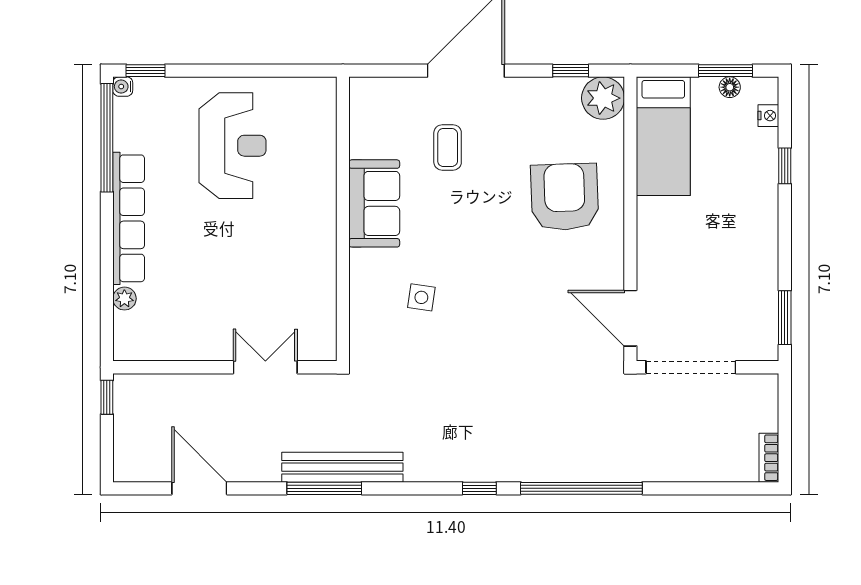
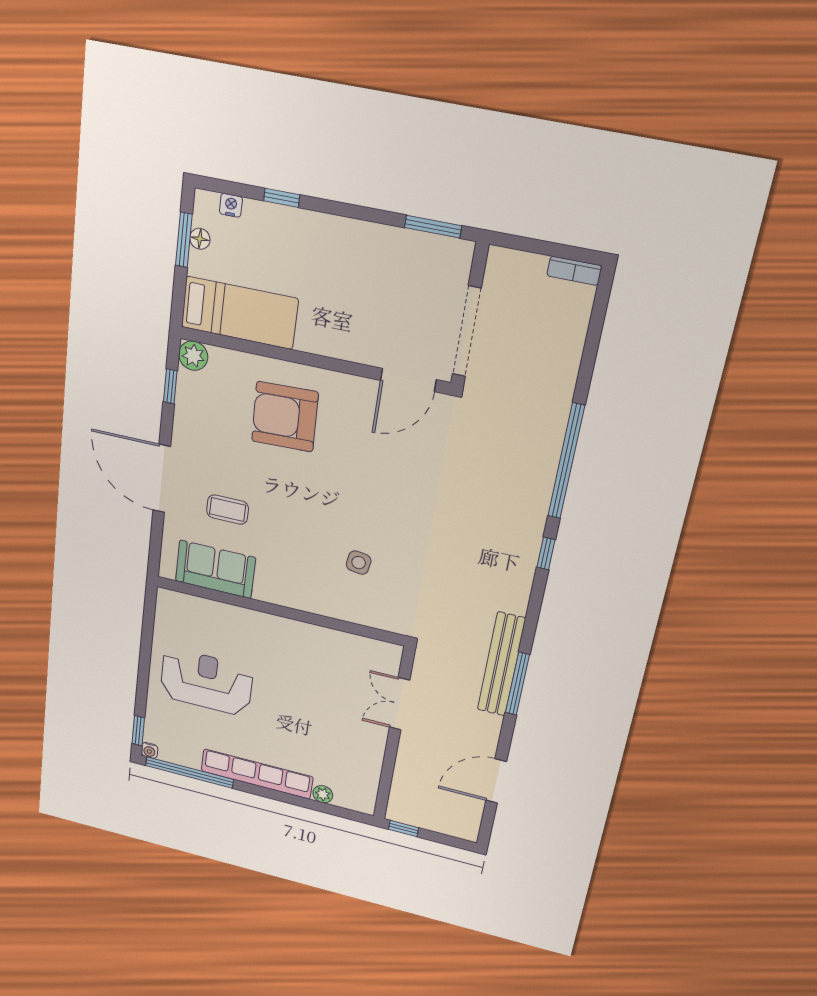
plant: (603, 98) -> (193, 356), width x0.73, depth x0.73
sofa: (374, 203) -> (215, 569), moved

